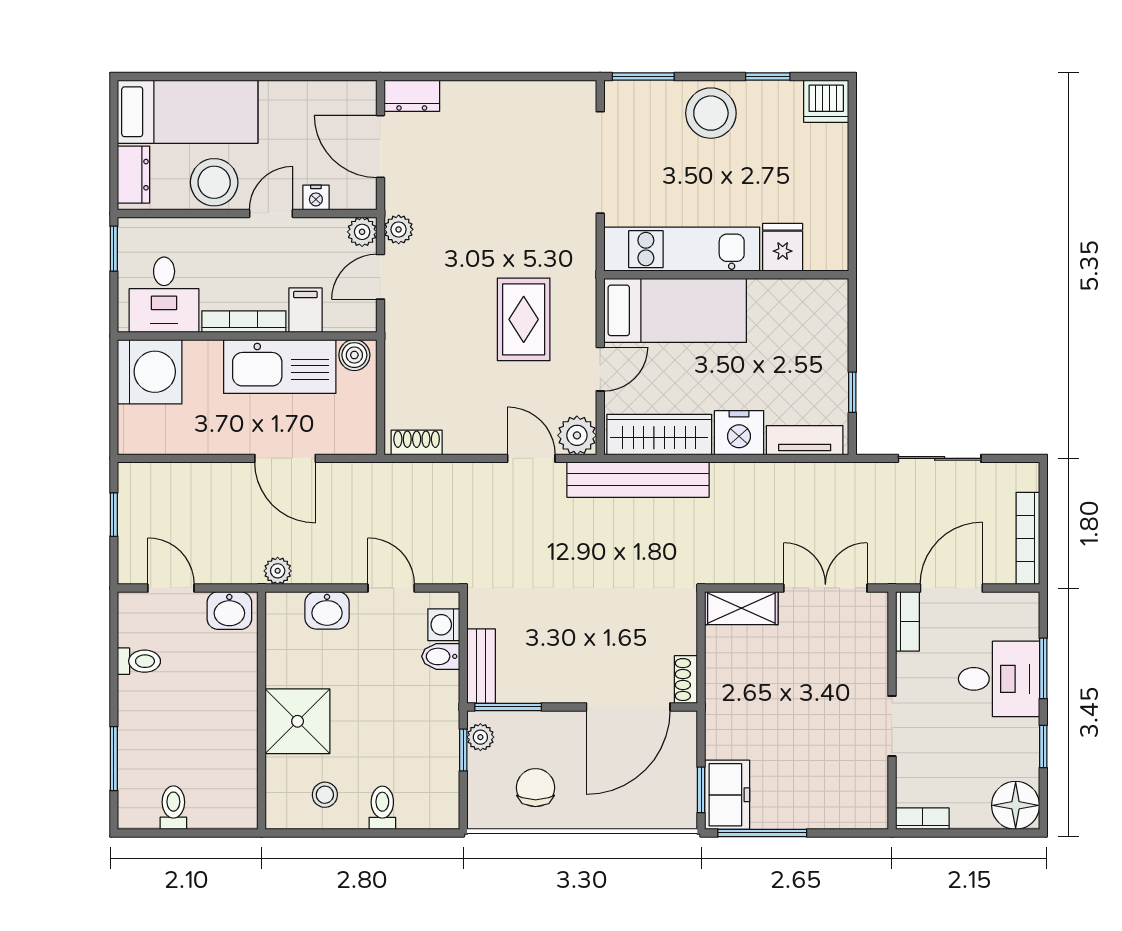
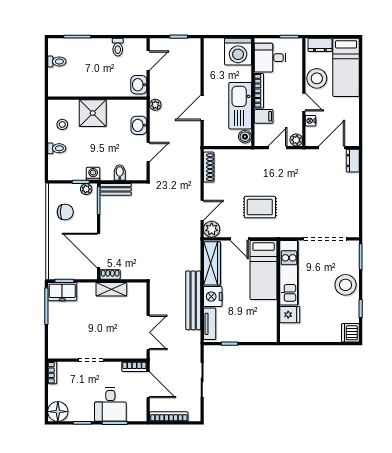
plant: (399, 229) -> (297, 155), removed
door: (380, 277) -> (278, 148), hinge flipped
shoe rack: (417, 442) -> (209, 167), width x1.43
bench: (638, 480) -> (193, 300), moved
shelving: (741, 608) -> (111, 289), moved, turned 90
washing machine: (444, 625) -> (93, 174), moved

